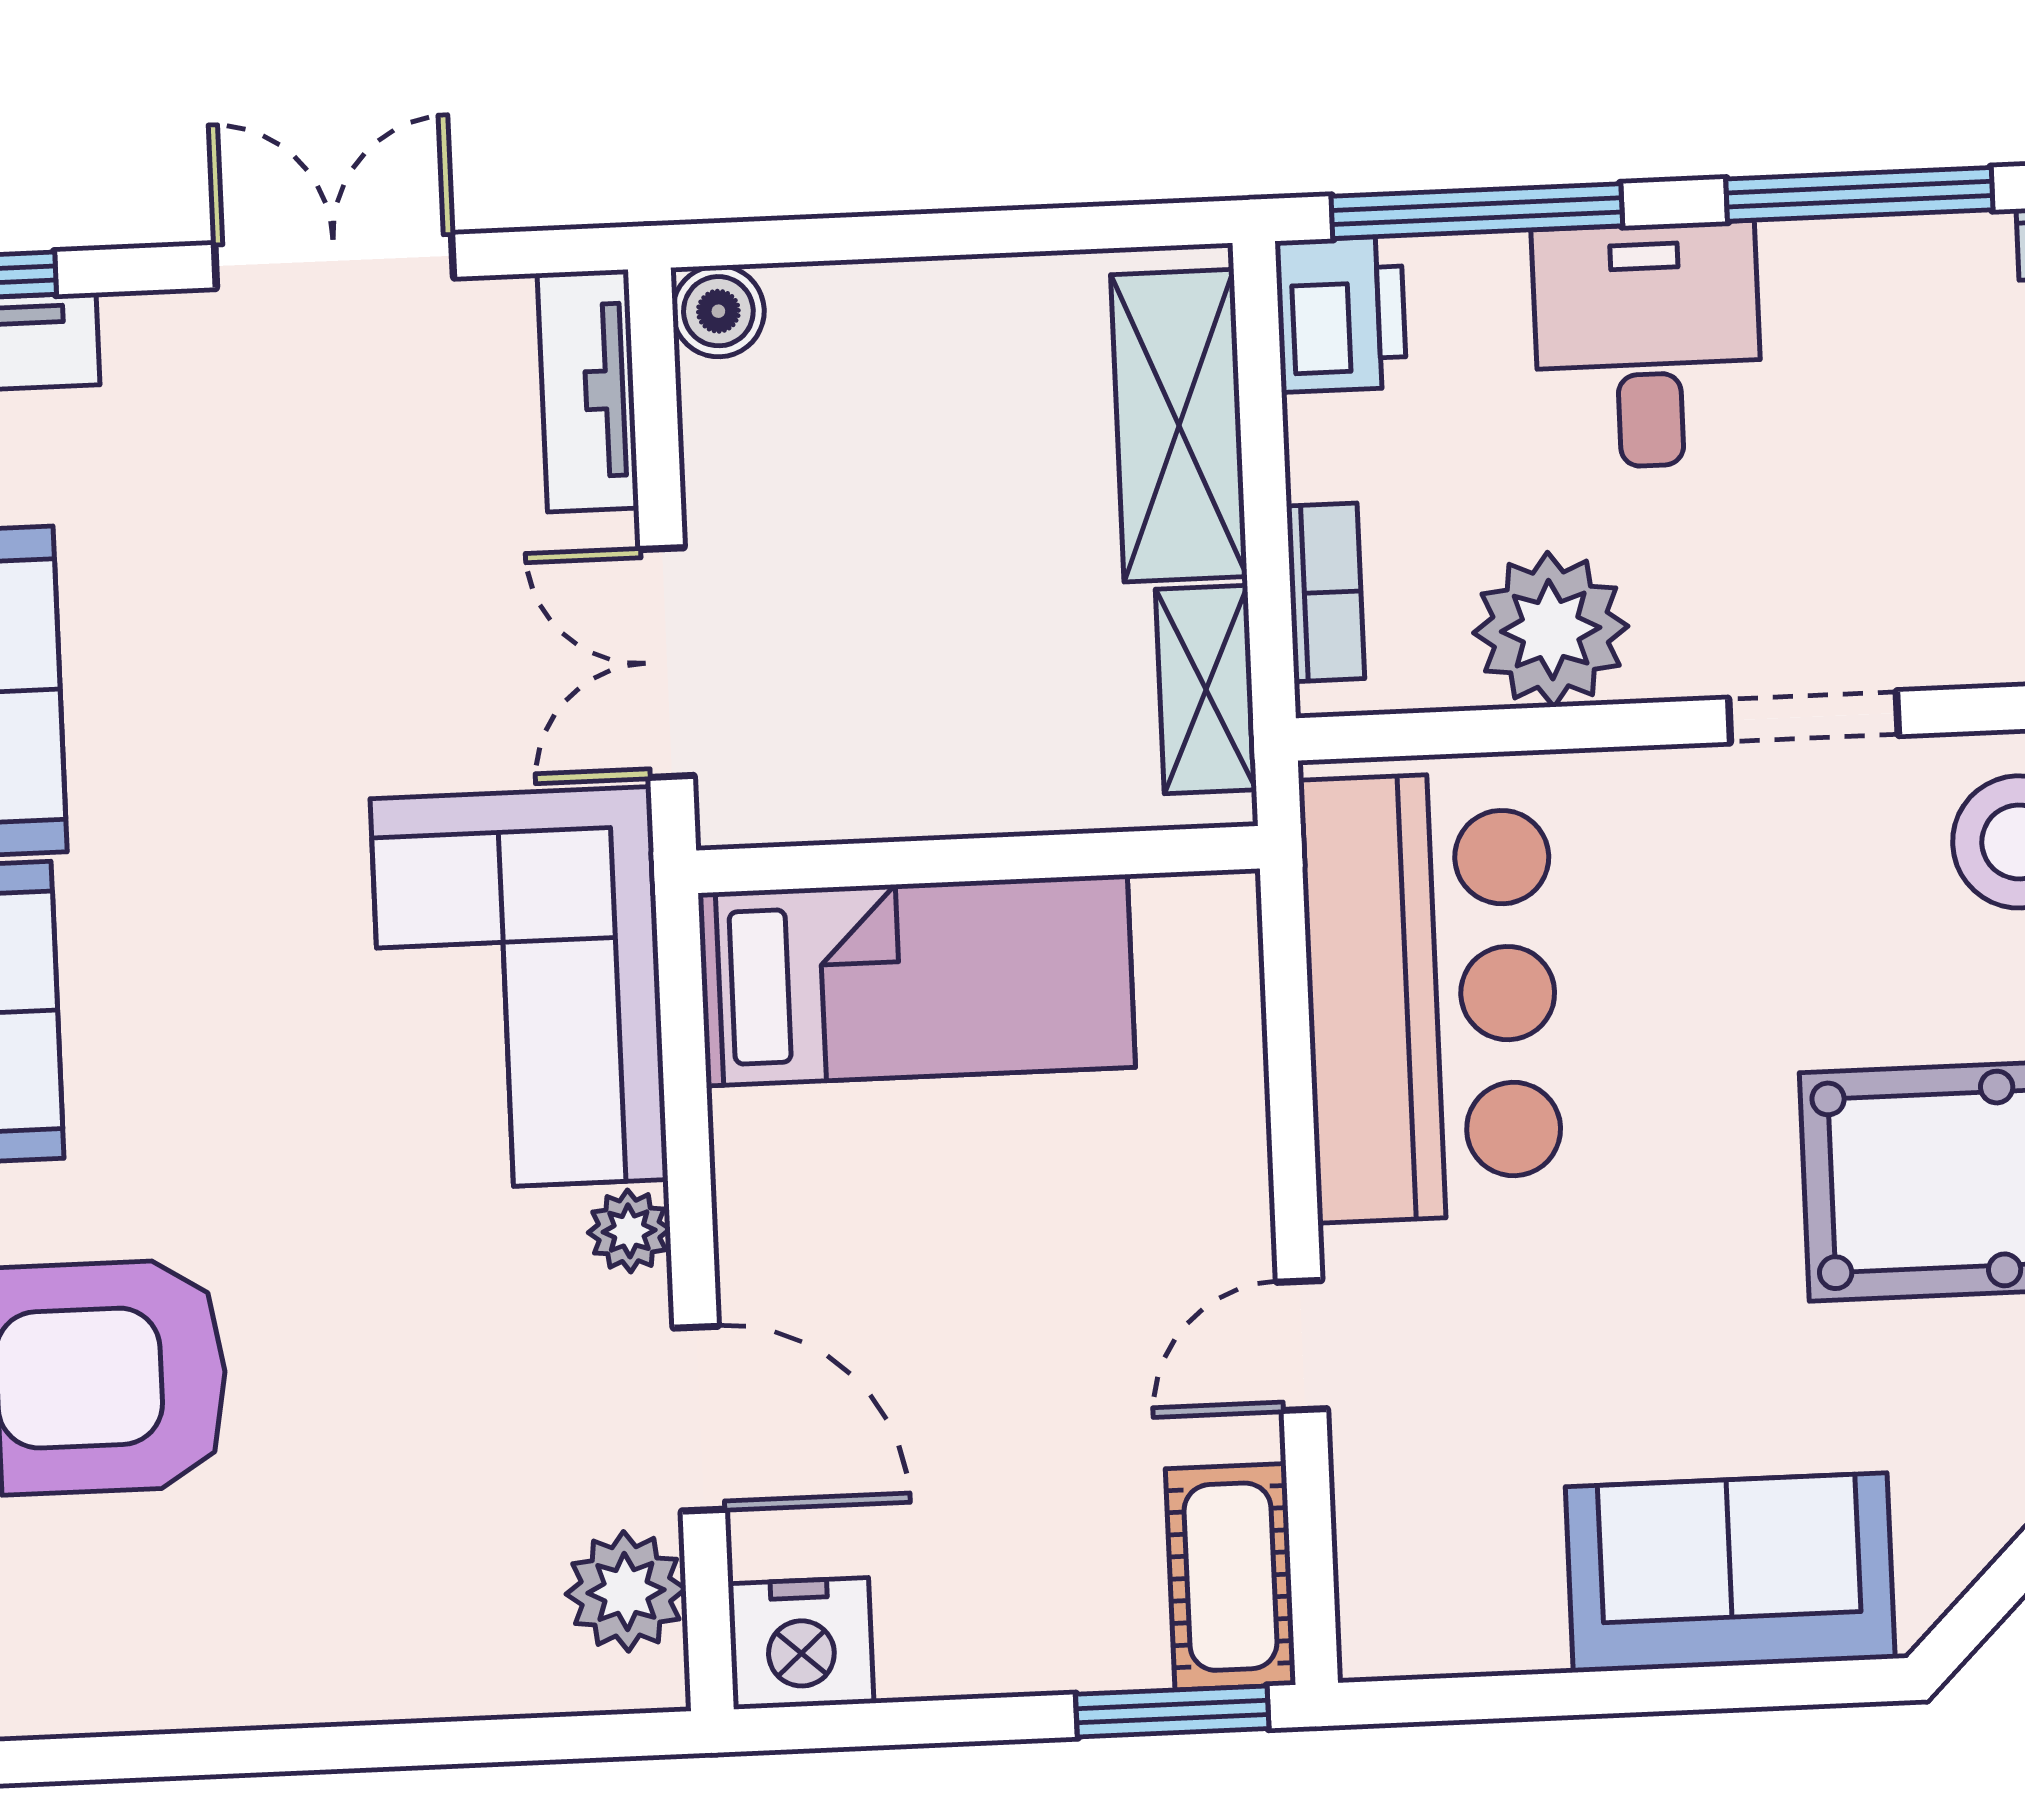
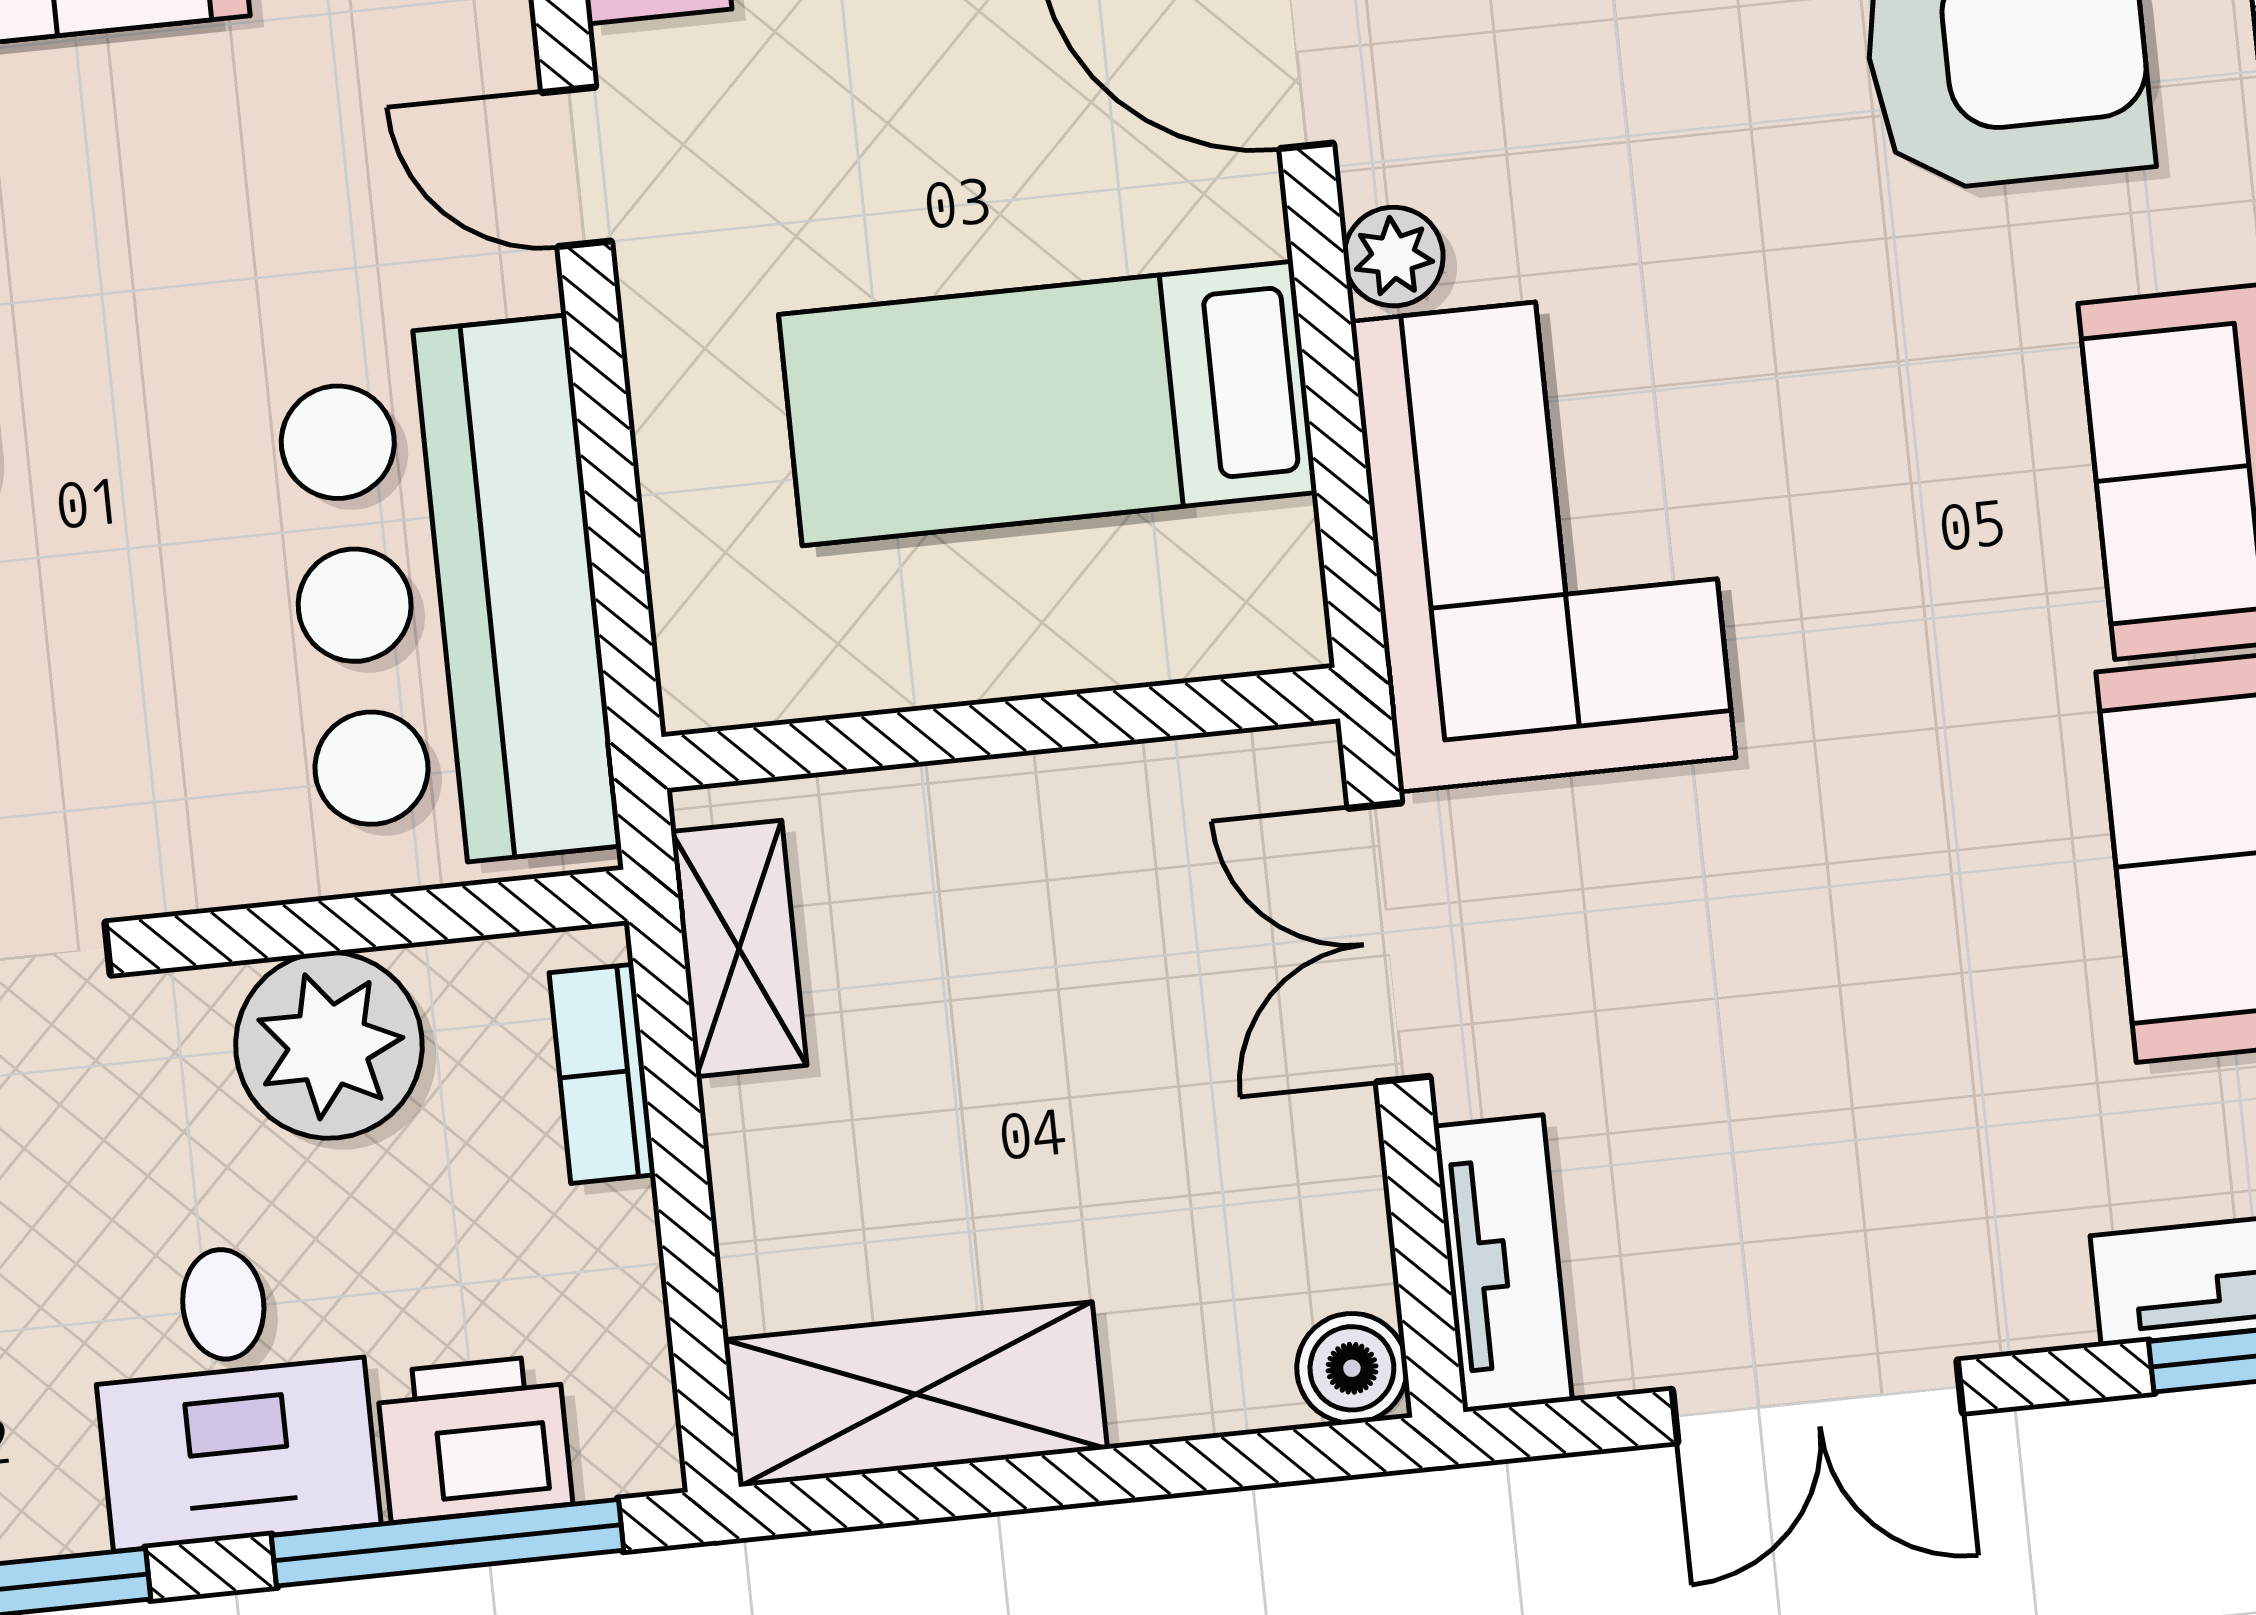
printer: (1341, 314) -> (474, 1438), moved, turned 90
shelving: (1179, 426) -> (915, 1394), moved, turned 90
double door: (667, 663) -> (1389, 942), swing flipped
bed: (917, 980) -> (1048, 403), moved
door: (1302, 1346) -> (577, 167), swing flipped

